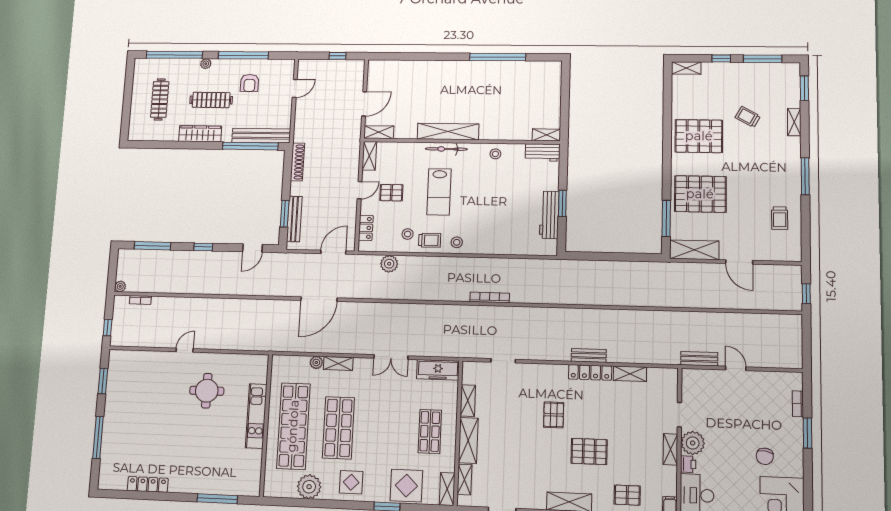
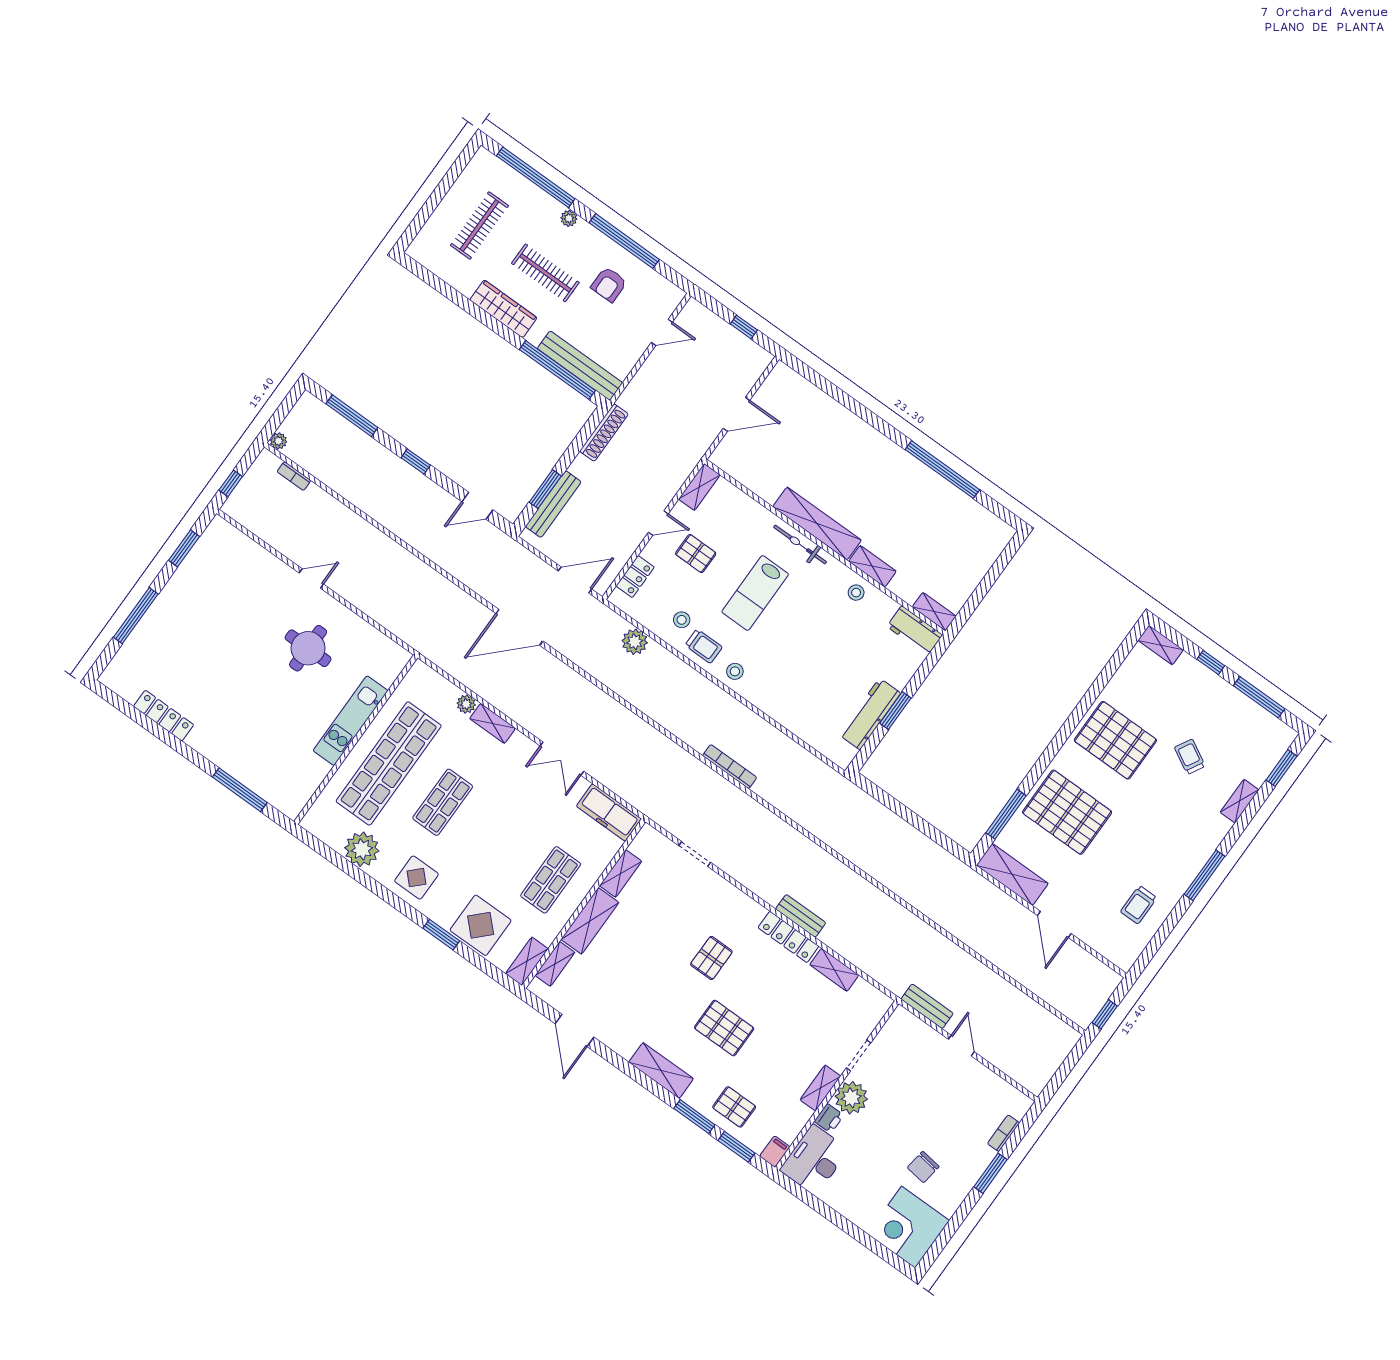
shelving: (379, 132) -> (872, 566), moved
shop shelf: (339, 428) -> (443, 802), width x0.70, depth x0.74

